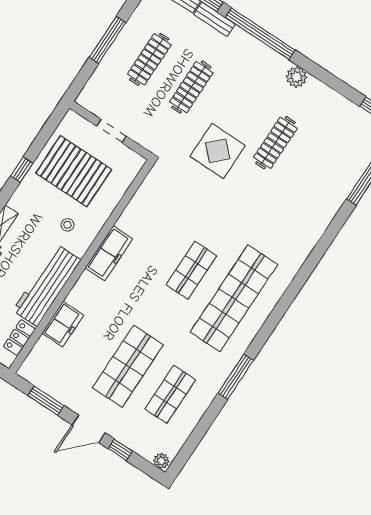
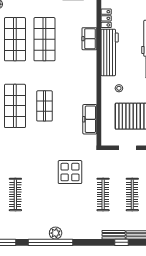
window: (260, 34) -> (51, 242), moved
clothes rail: (275, 143) -> (15, 194), moved
freezer: (109, 253) -> (90, 119), moved
shop shelf: (234, 298) -> (15, 106), width x0.71
shop shelf: (170, 394) -> (15, 39), width x1.43, depth x1.36

